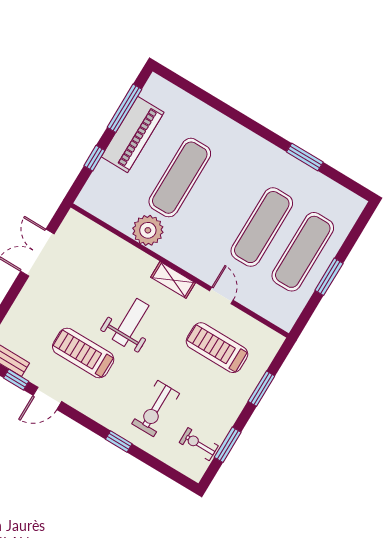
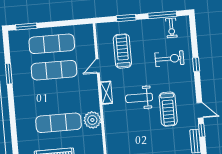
window: (329, 277) -> (26, 26), moved
treadmill: (217, 348) -> (122, 51), turned 180
window: (228, 445) -> (162, 15), width x1.44

